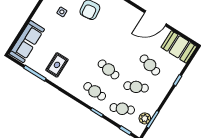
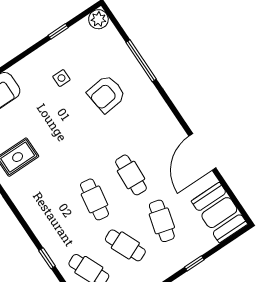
door: (155, 18) -> (202, 152), hinge flipped
cafe table: (95, 91) -> (131, 175), moved

